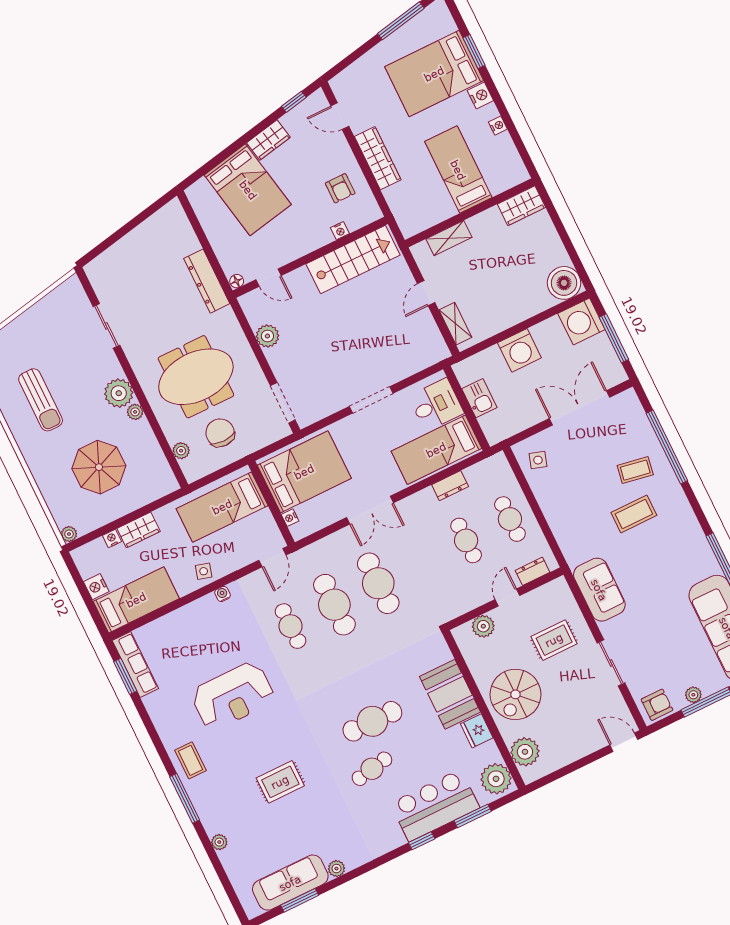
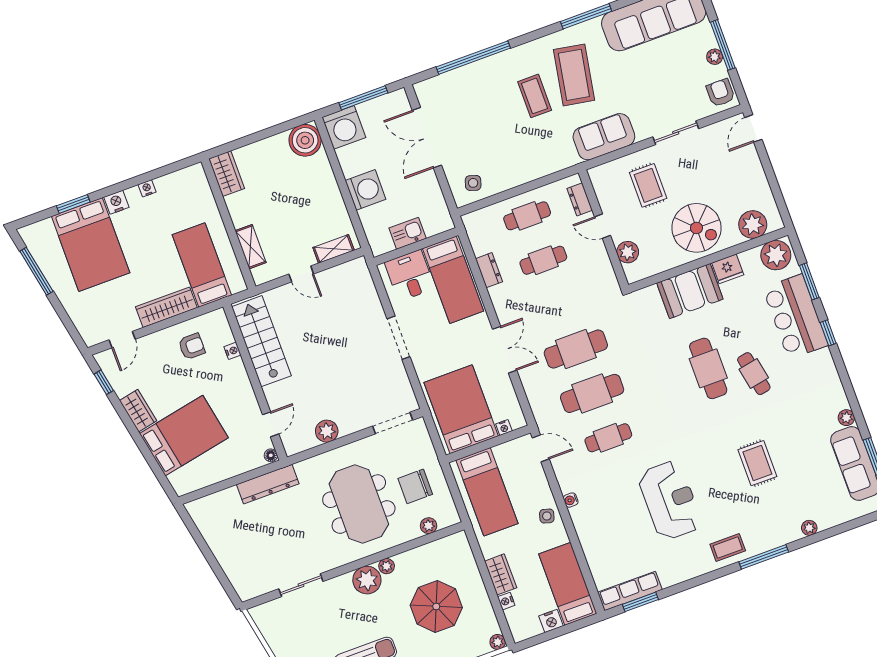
bed: (458, 170) -> (202, 265), moved, turned 90
coffee table: (635, 470) -> (574, 75), moved, width x1.86, depth x1.72

